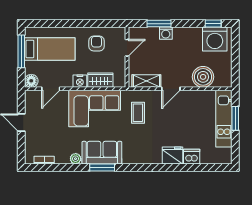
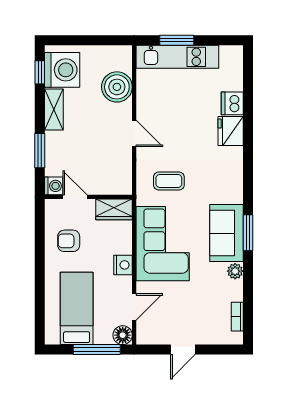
washing machine: (166, 33) -> (54, 186), moved
window: (21, 51) -> (97, 350), moved
wardrobe: (100, 80) -> (114, 209), moved, turned -90
shelving: (146, 81) -> (54, 110), moved
door: (51, 89) -> (134, 307), hinge flipped

